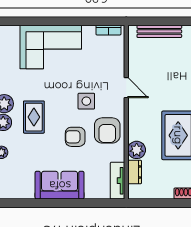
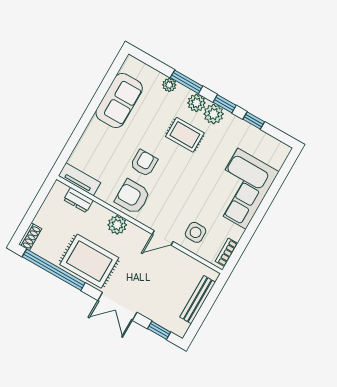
side table: (86, 101) -> (196, 232), moved
plant: (137, 150) -> (117, 225), moved
sofa: (60, 185) -> (119, 100), moved

